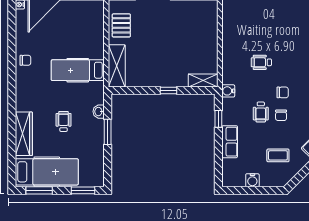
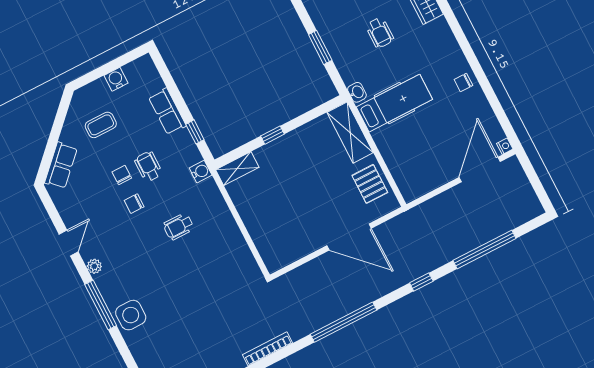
wheelchair: (261, 62) -> (179, 226), turned 180
washbasin: (99, 112) -> (357, 92), moved

